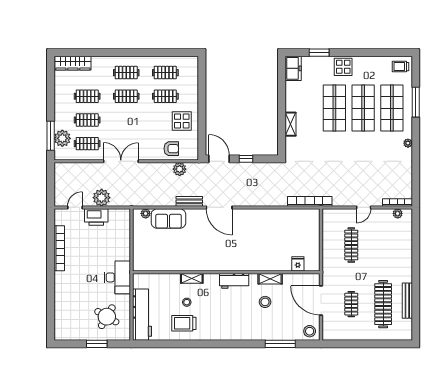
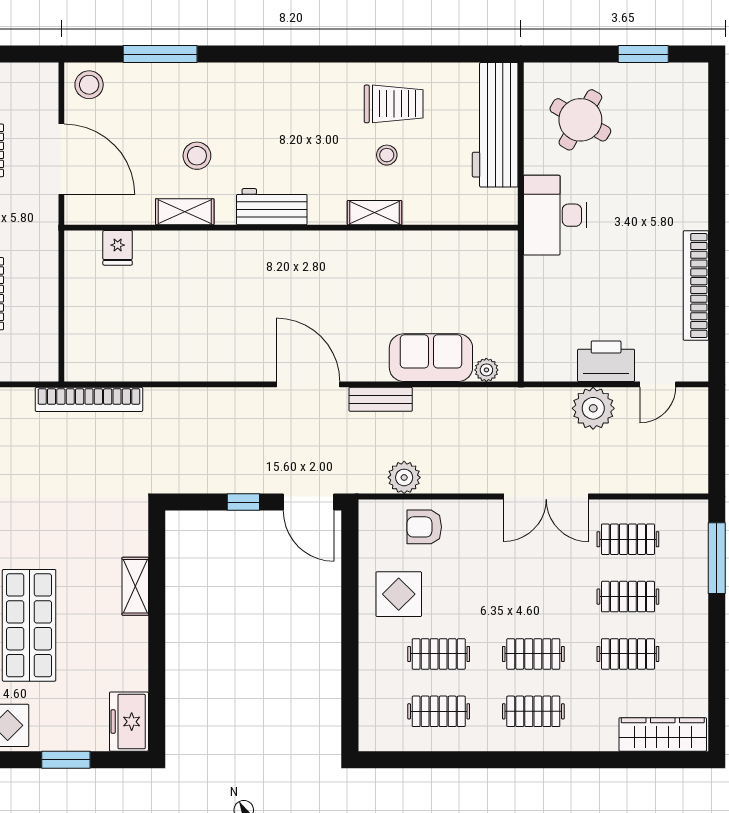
plant: (62, 138) -> (688, 552), removed
window: (97, 344) -> (643, 54), moved

